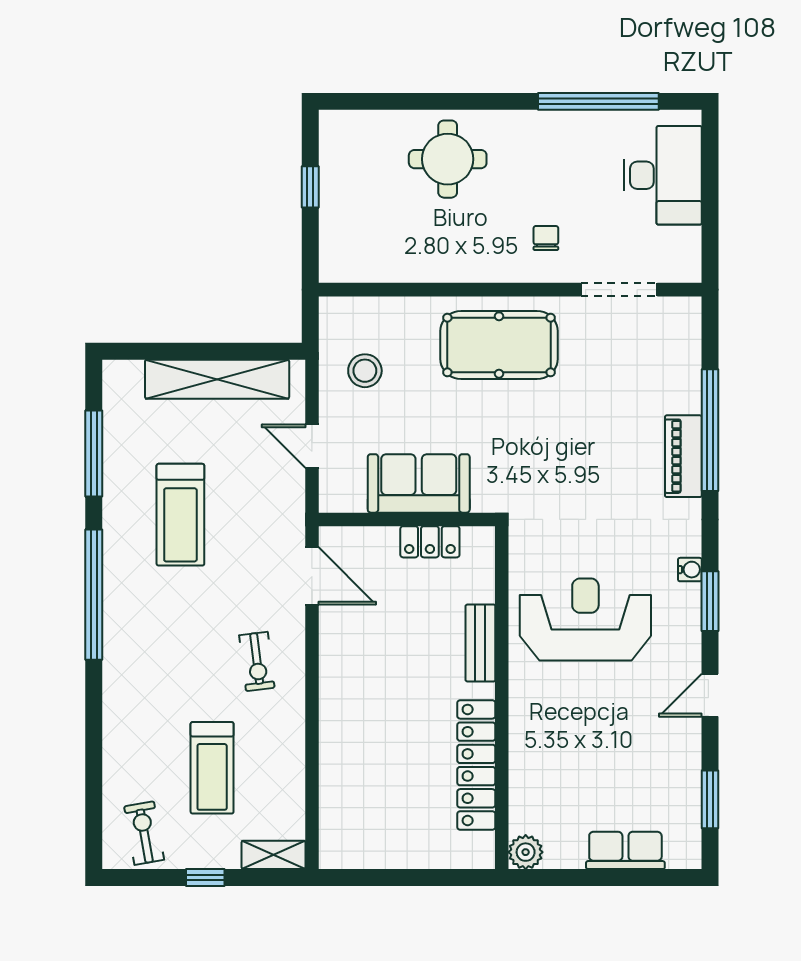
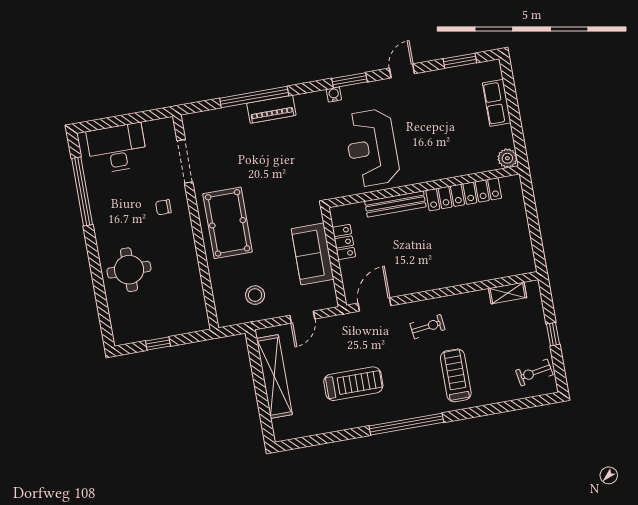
window: (94, 454) -> (328, 438), removed
bench: (480, 643) -> (395, 204), width x1.36
door: (710, 695) -> (402, 71), swing flipped
treadmill: (212, 768) -> (456, 375), moved, turned -90
shelving: (273, 855) -> (508, 293), moved, turned 90

